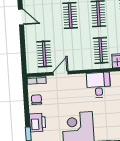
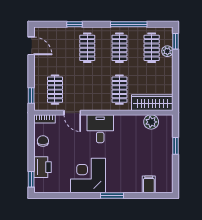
window: (24, 60) -> (31, 96), added
door: (61, 73) -> (72, 113), swing flipped
desk: (99, 85) -> (100, 129), moved

